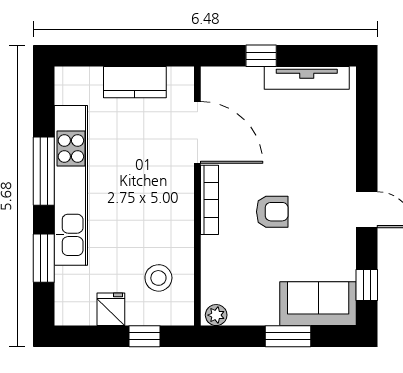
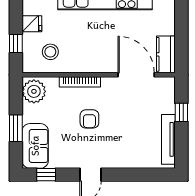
kitchen counter: (135, 82) -> (166, 54), moved
door: (197, 132) -> (136, 75), swing flipped
bookcase: (209, 200) -> (80, 82), moved
plant: (216, 315) -> (34, 91), width x1.88, depth x1.88

